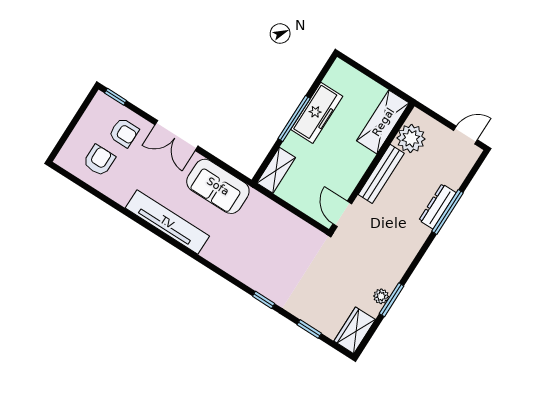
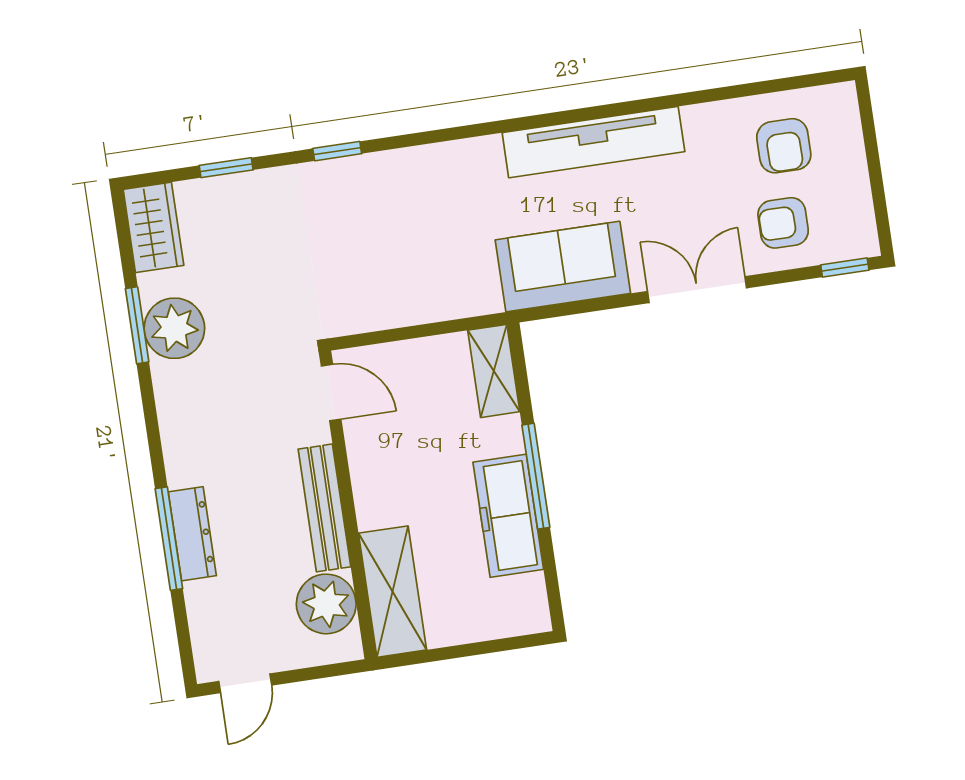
plant: (381, 296) -> (174, 328), width x1.87, depth x1.87

